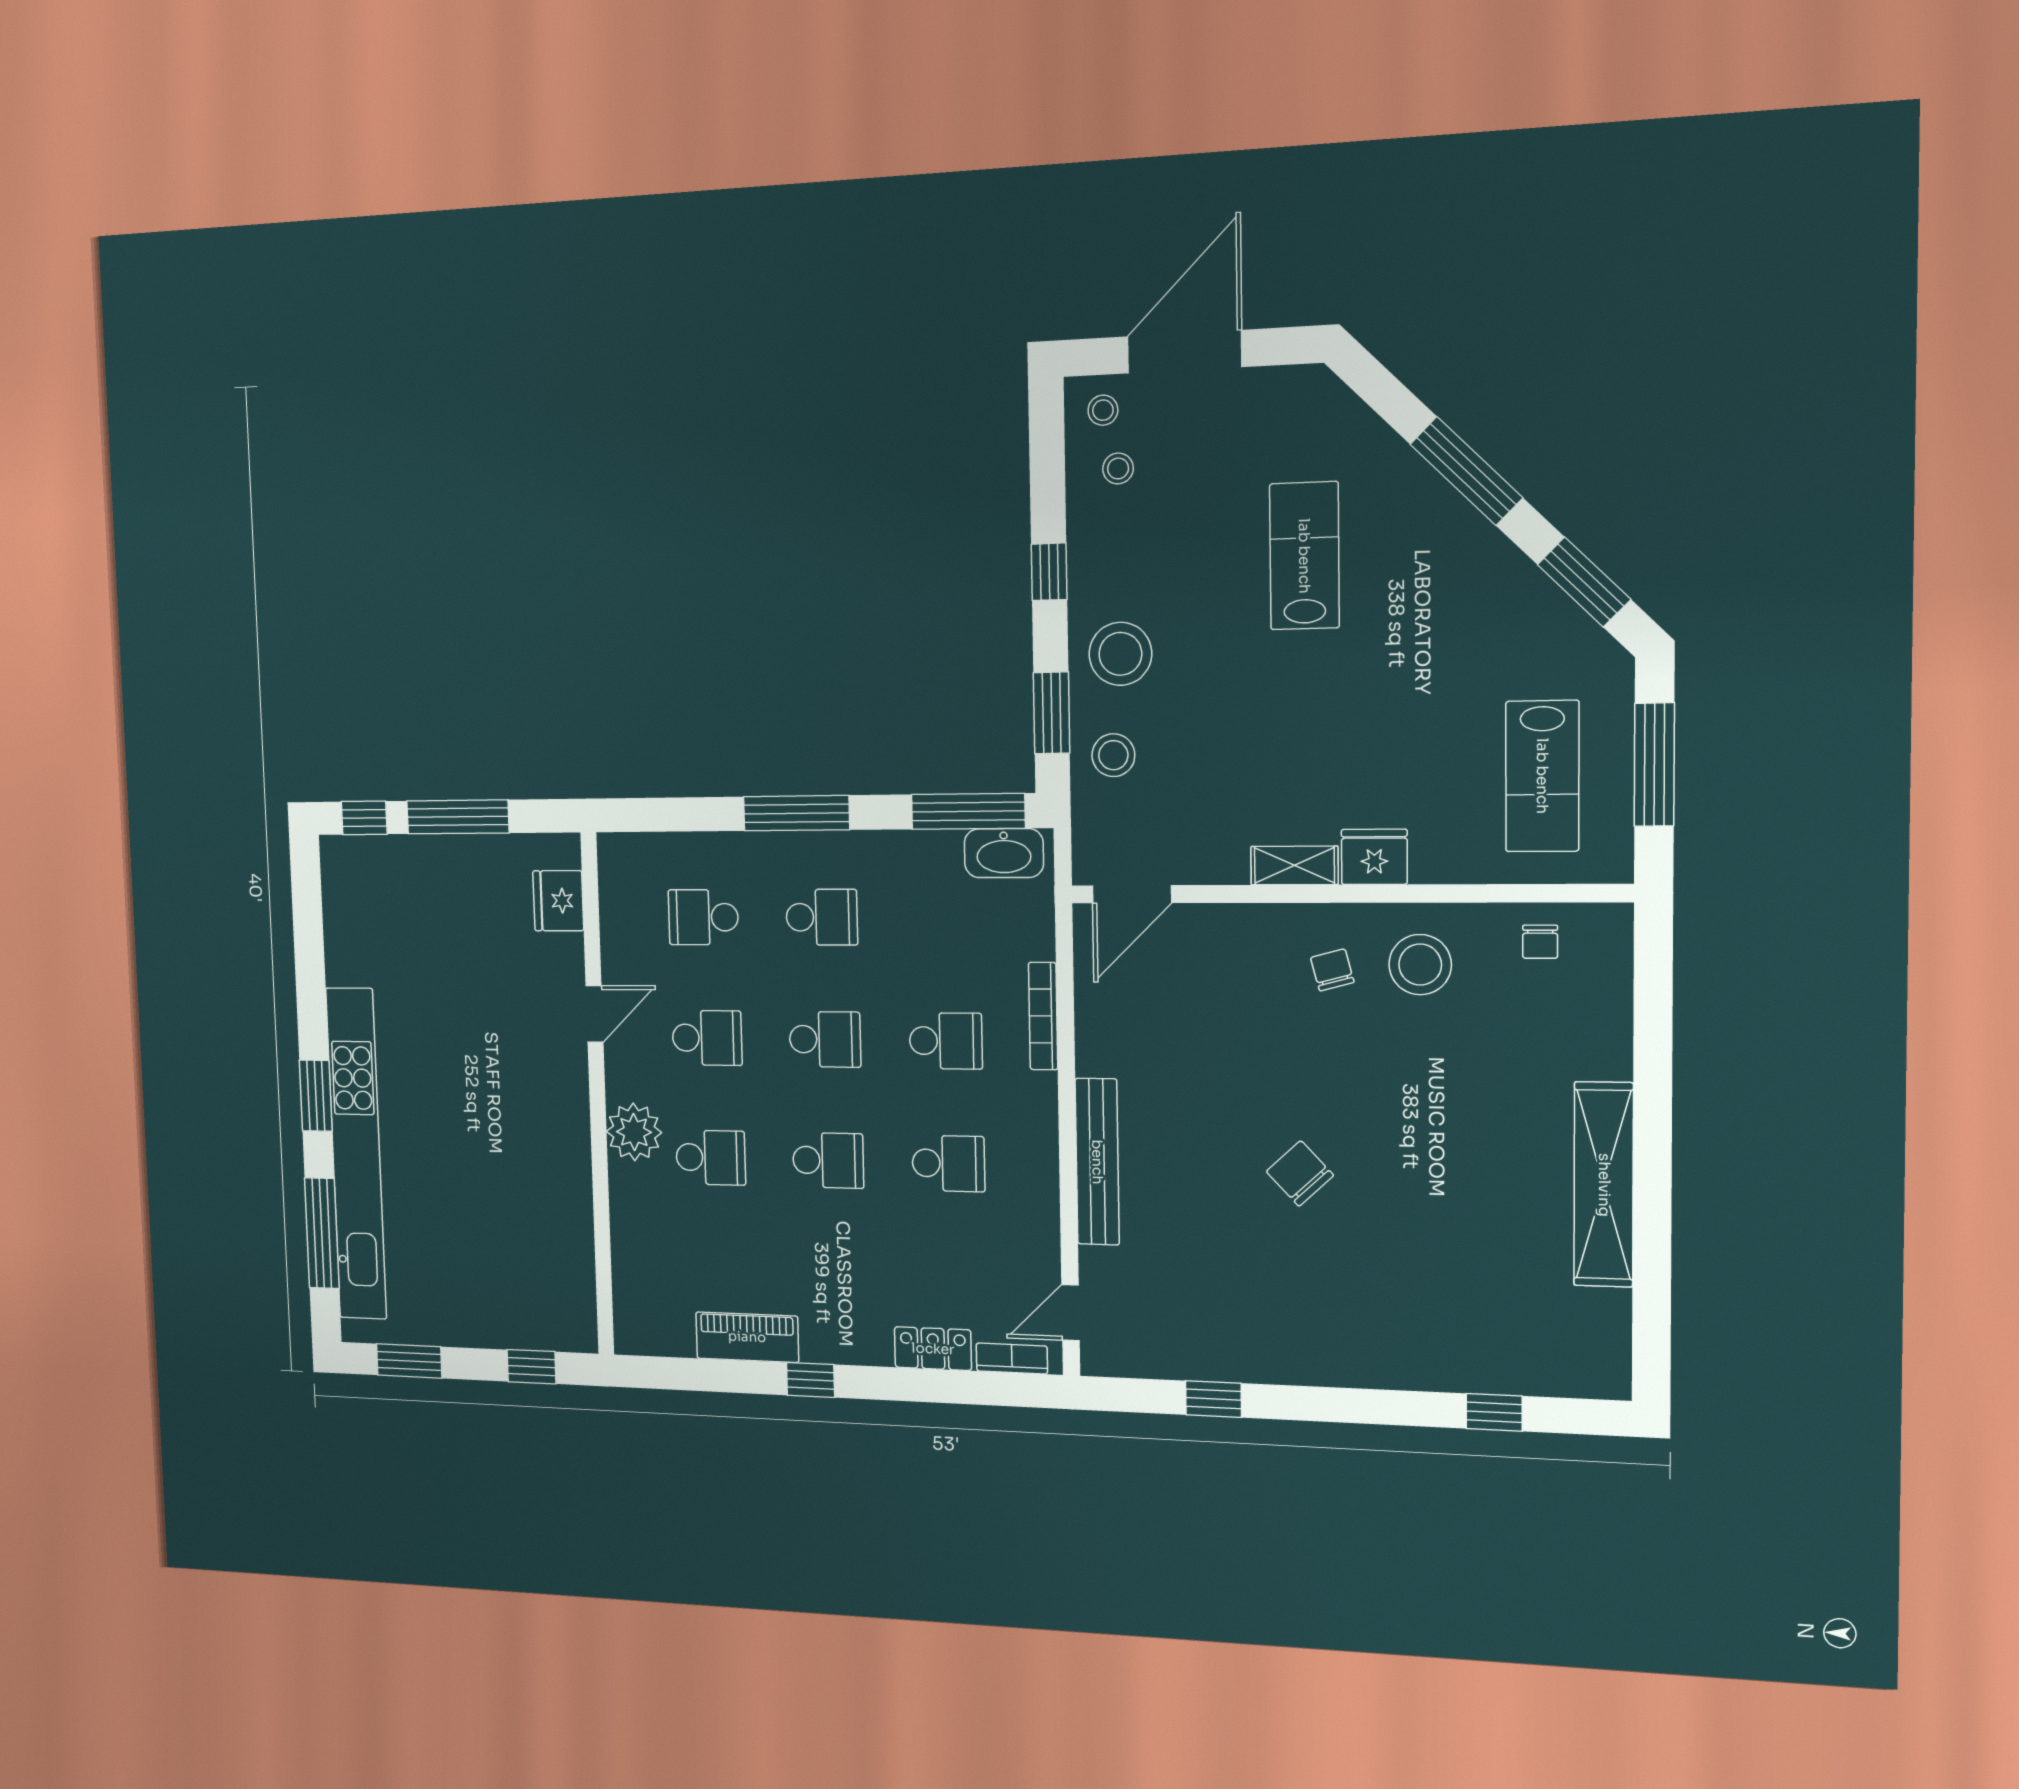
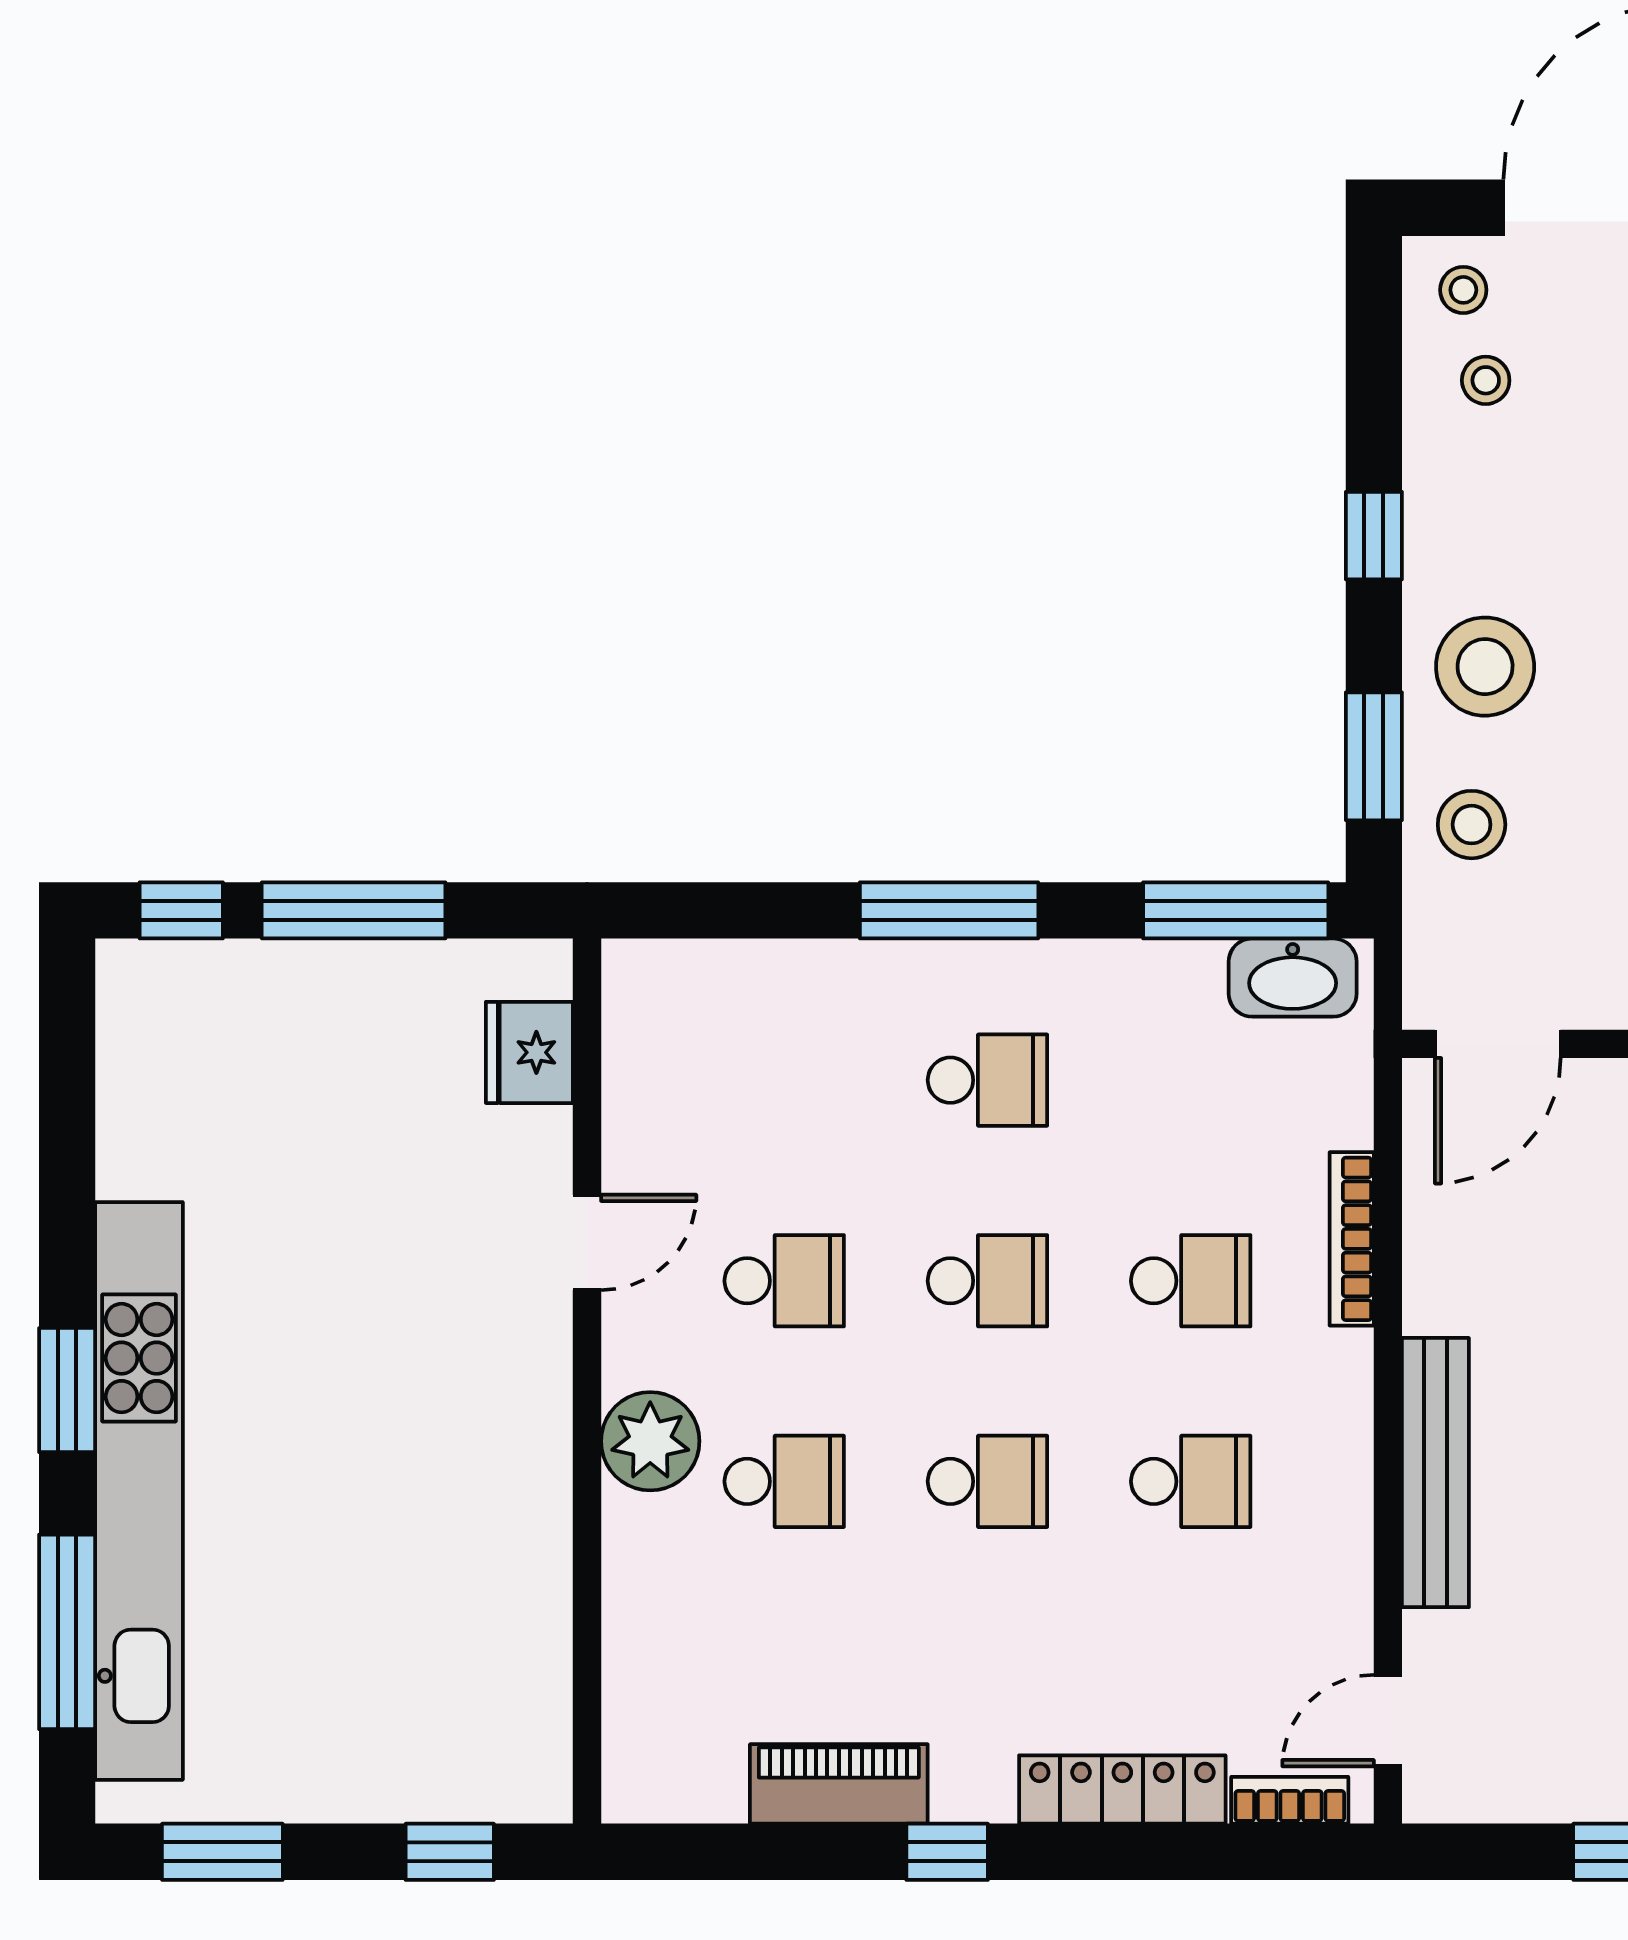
school desk: (703, 917) -> (784, 1080), removed
locker: (933, 1349) -> (1122, 1789), width x1.53

